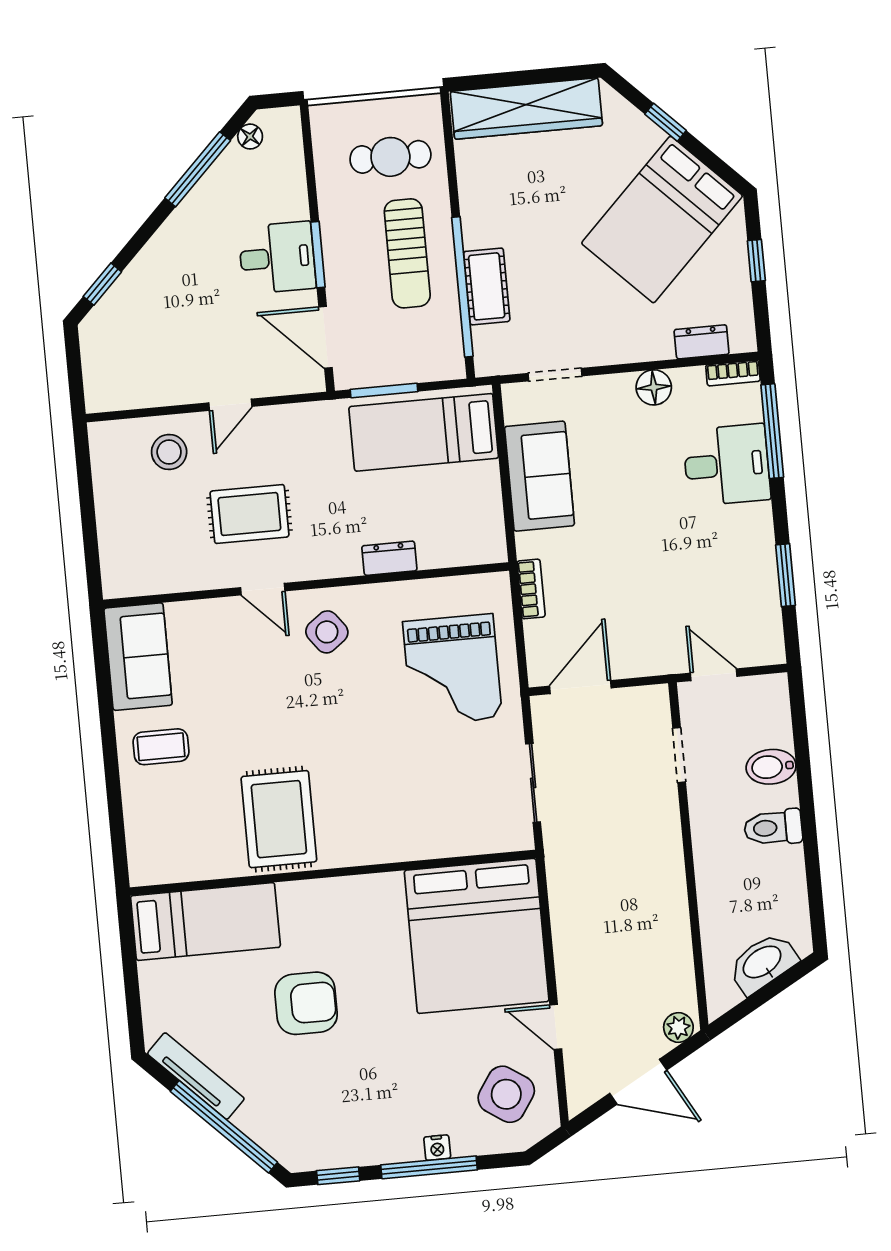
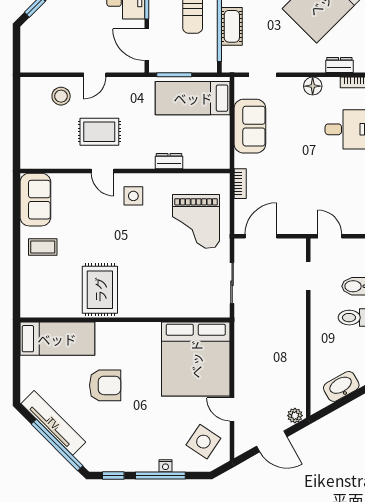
side table: (327, 632) -> (133, 196), turned 37
tv unit: (196, 1076) -> (53, 423), width x1.36, depth x1.29

